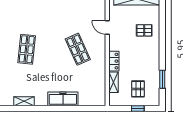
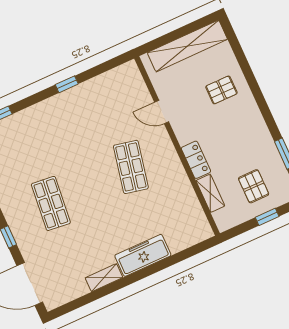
shop shelf: (78, 49) -> (131, 167), turned 36
shelving: (24, 101) -> (104, 278), moved

